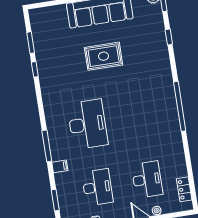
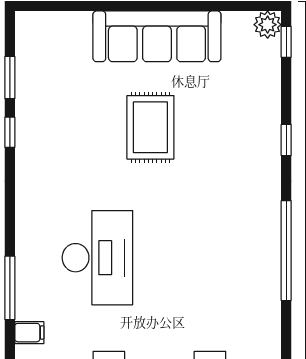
window: (169, 37) -> (286, 140), moved
rug: (104, 56) -> (150, 127), turned 90

